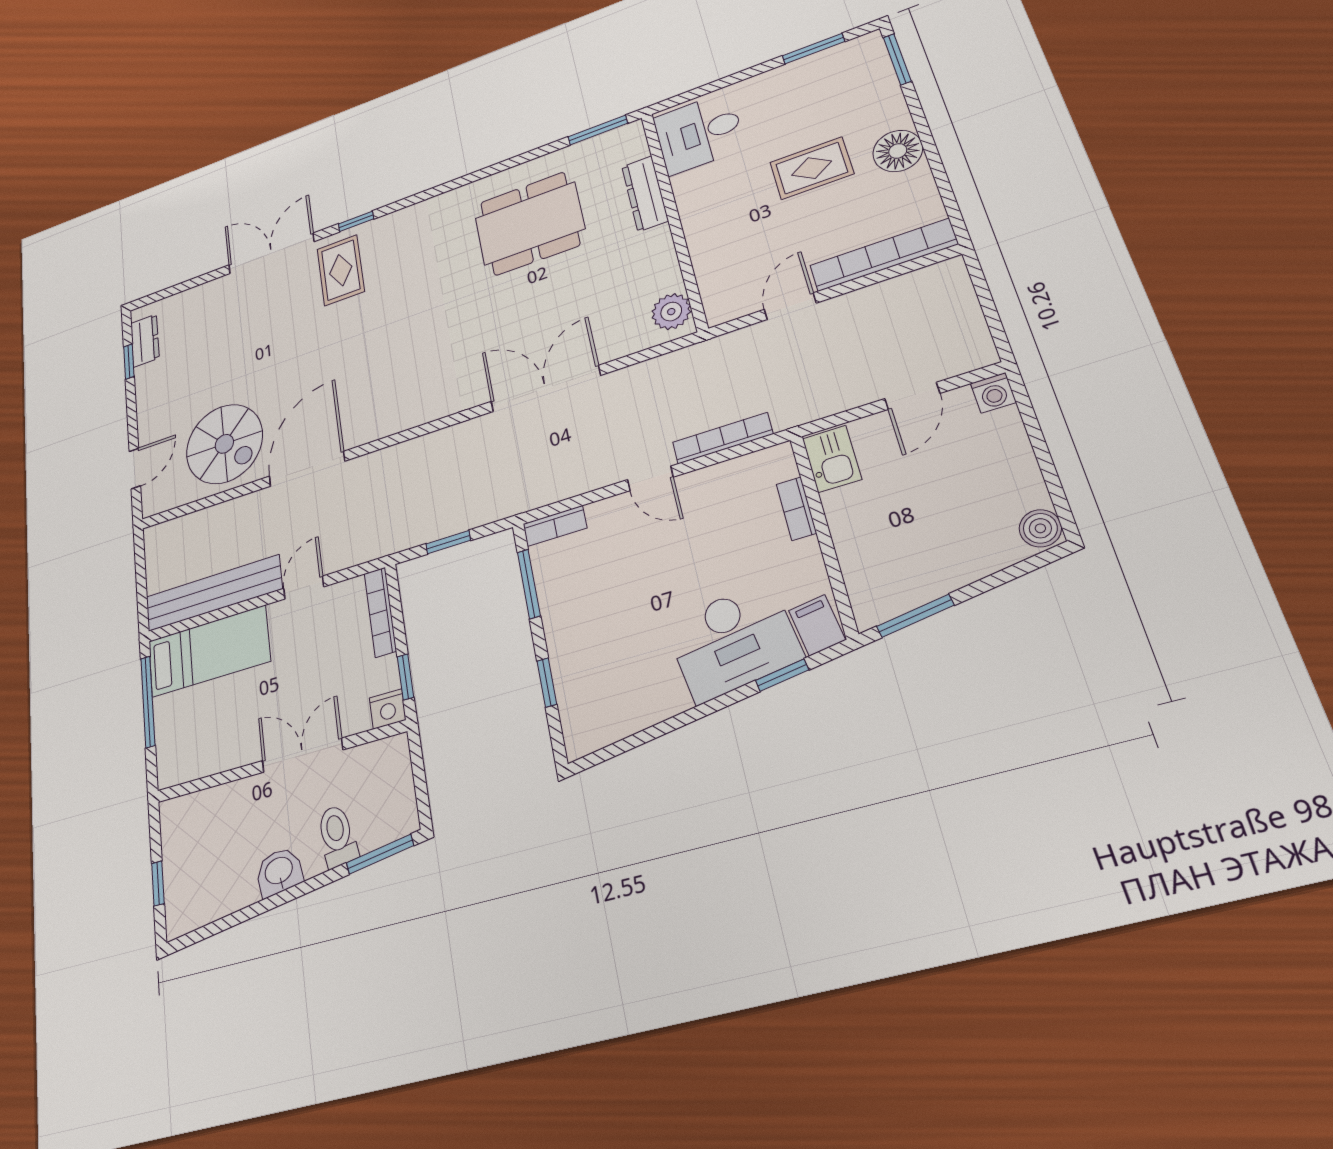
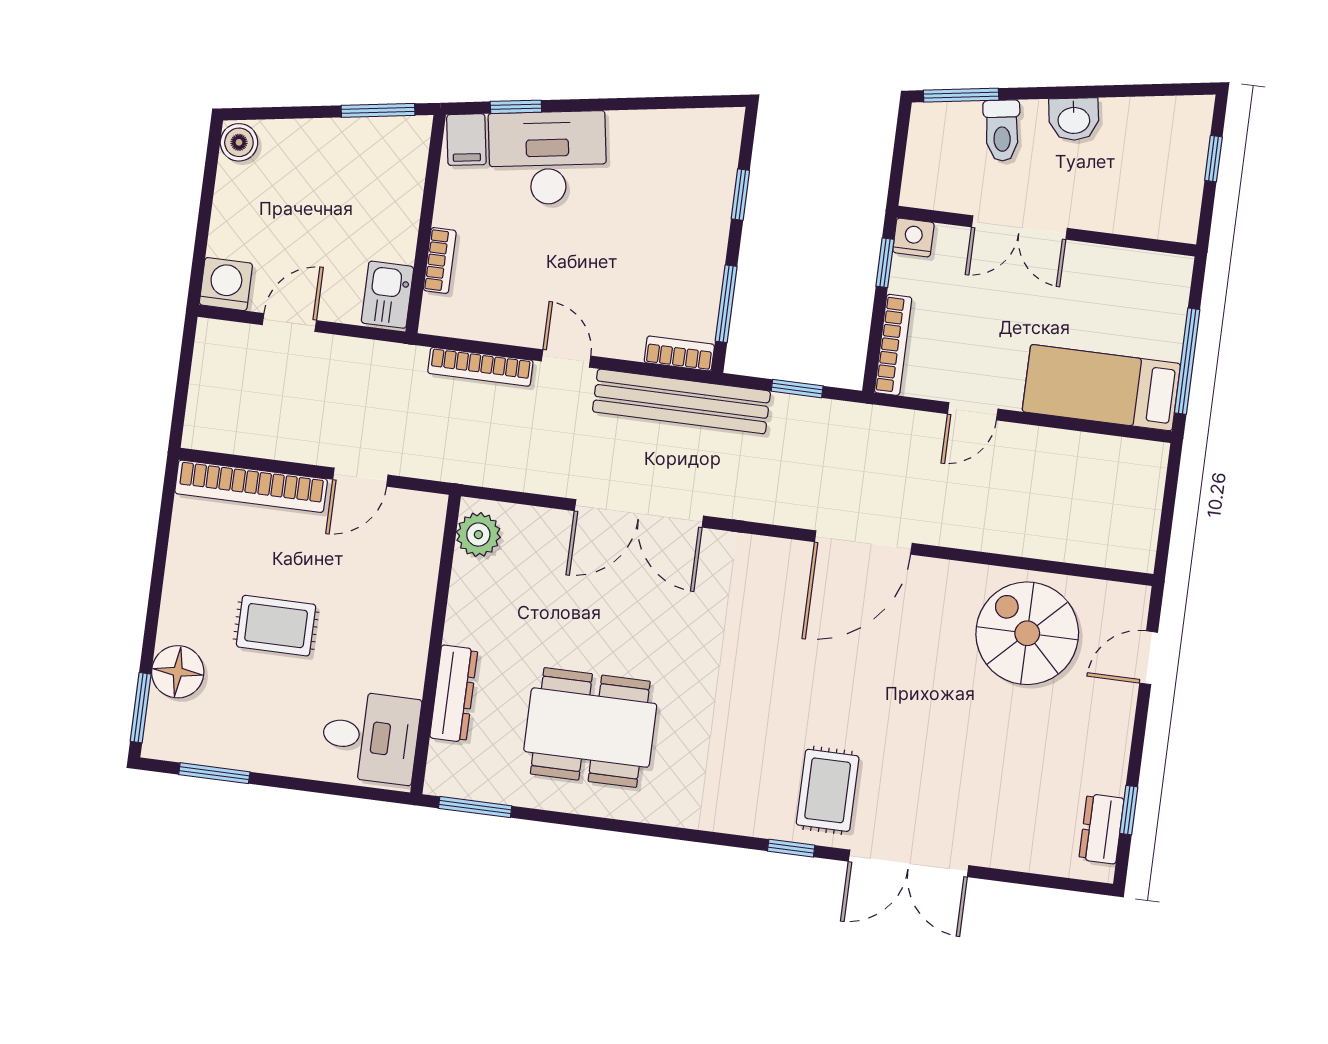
floor lamp: (898, 151) -> (178, 672), moved
washing machine: (993, 393) -> (226, 284), width x1.38, depth x1.38
door: (307, 469) -> (863, 542), moved
bench: (213, 593) -> (681, 401), moved

